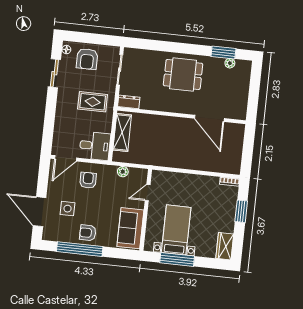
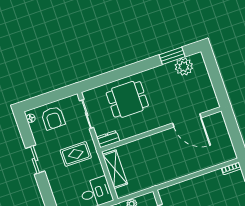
plant: (230, 63) -> (184, 67), width x1.88, depth x1.88
sliding door: (54, 73) -> (35, 160), moved
dining table: (183, 75) -> (127, 99), moved

